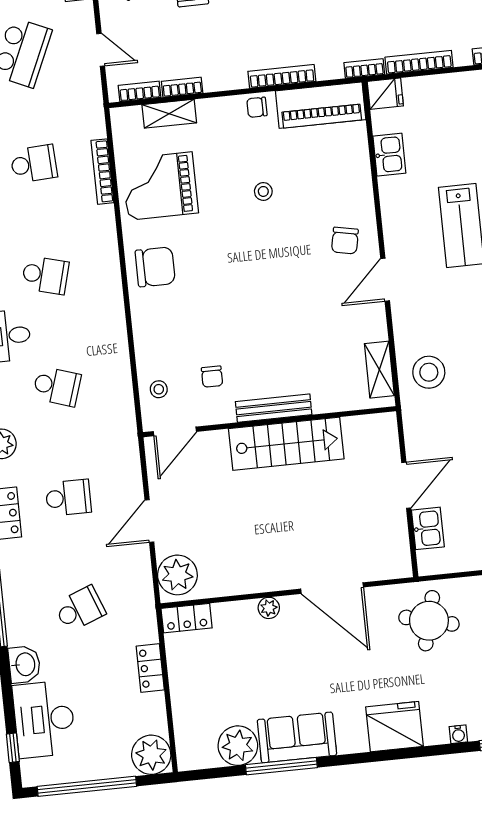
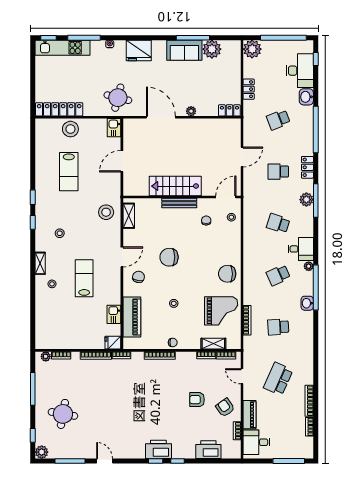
piano: (321, 105) -> (132, 317), moved, turned 90
school desk: (45, 275) -> (278, 275), turned -39
chair: (284, 290) -> (169, 257), added
kitchen sink: (428, 528) -> (114, 128), moved
plant: (177, 575) -> (232, 131), removed

